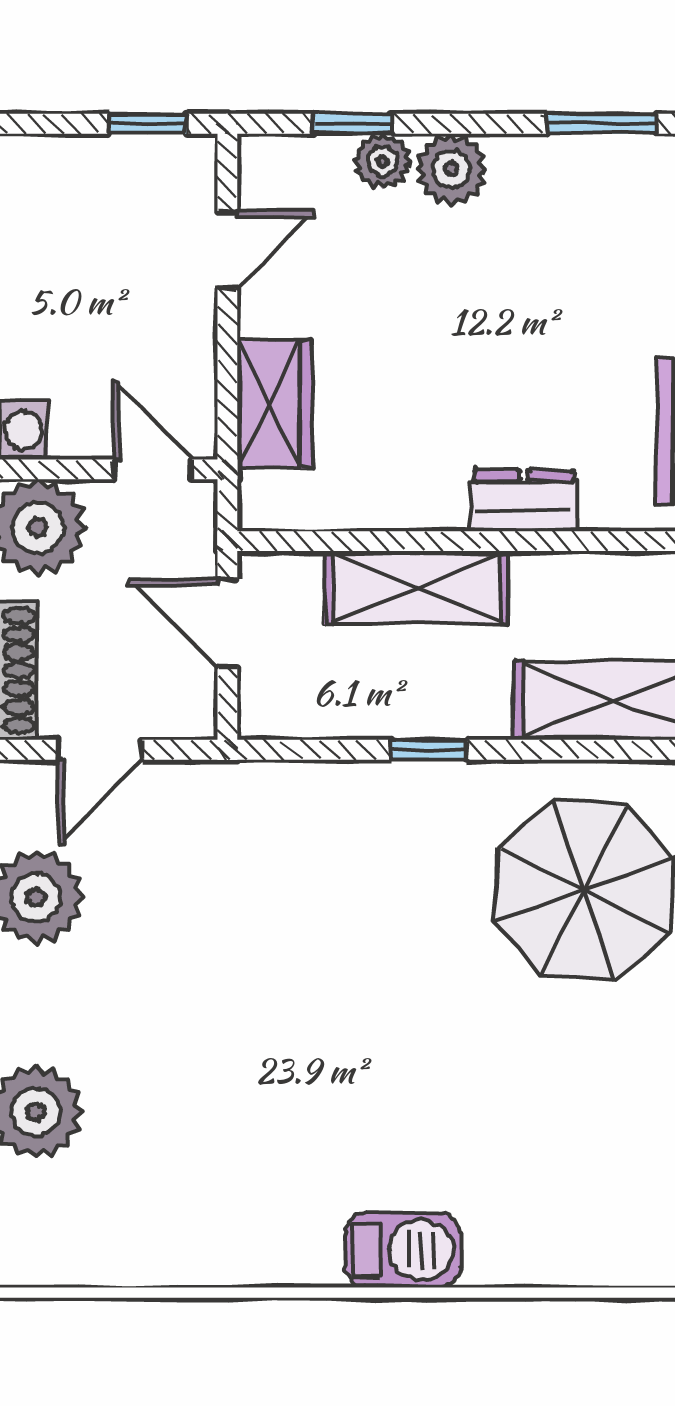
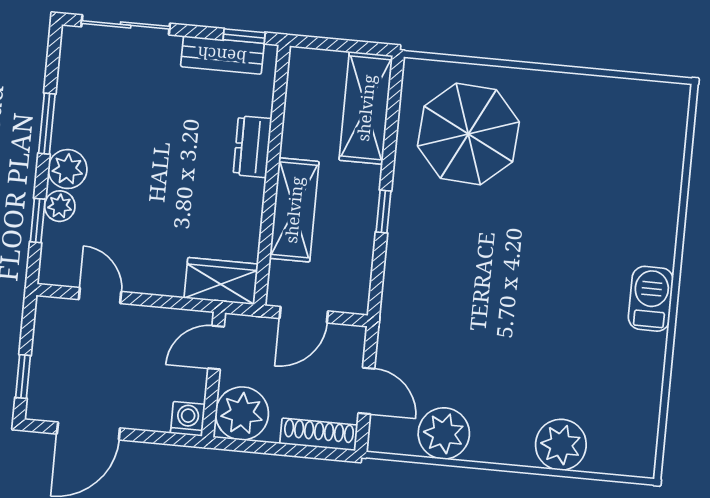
window: (147, 124) -> (23, 376), moved
window: (601, 124) -> (47, 124), moved
wardrobe: (275, 404) -> (221, 281), moved
barbecue: (403, 1250) -> (651, 299), moved

